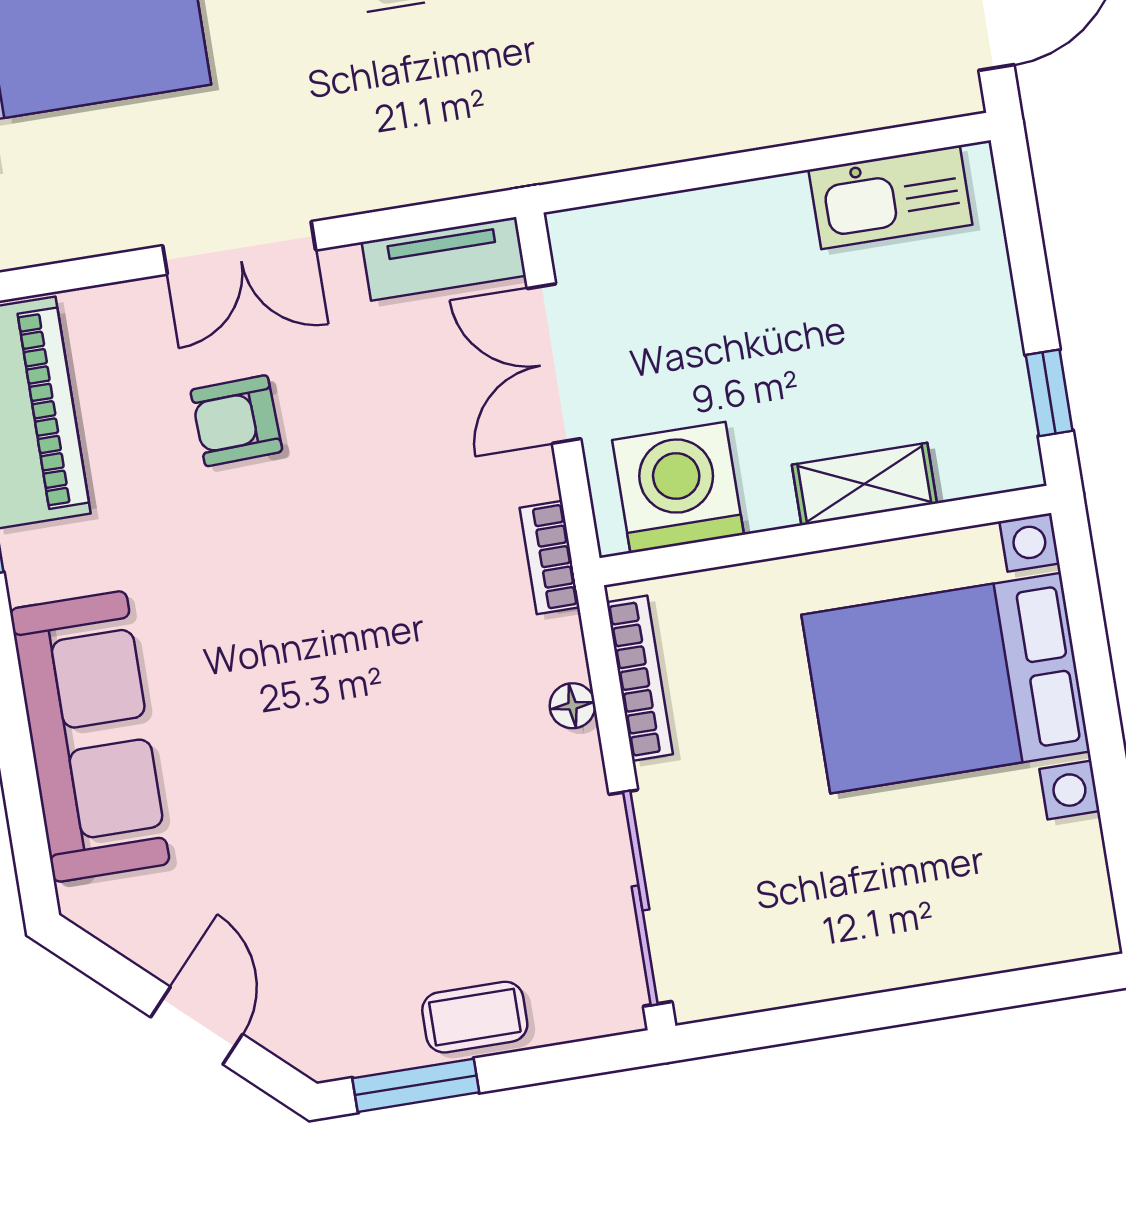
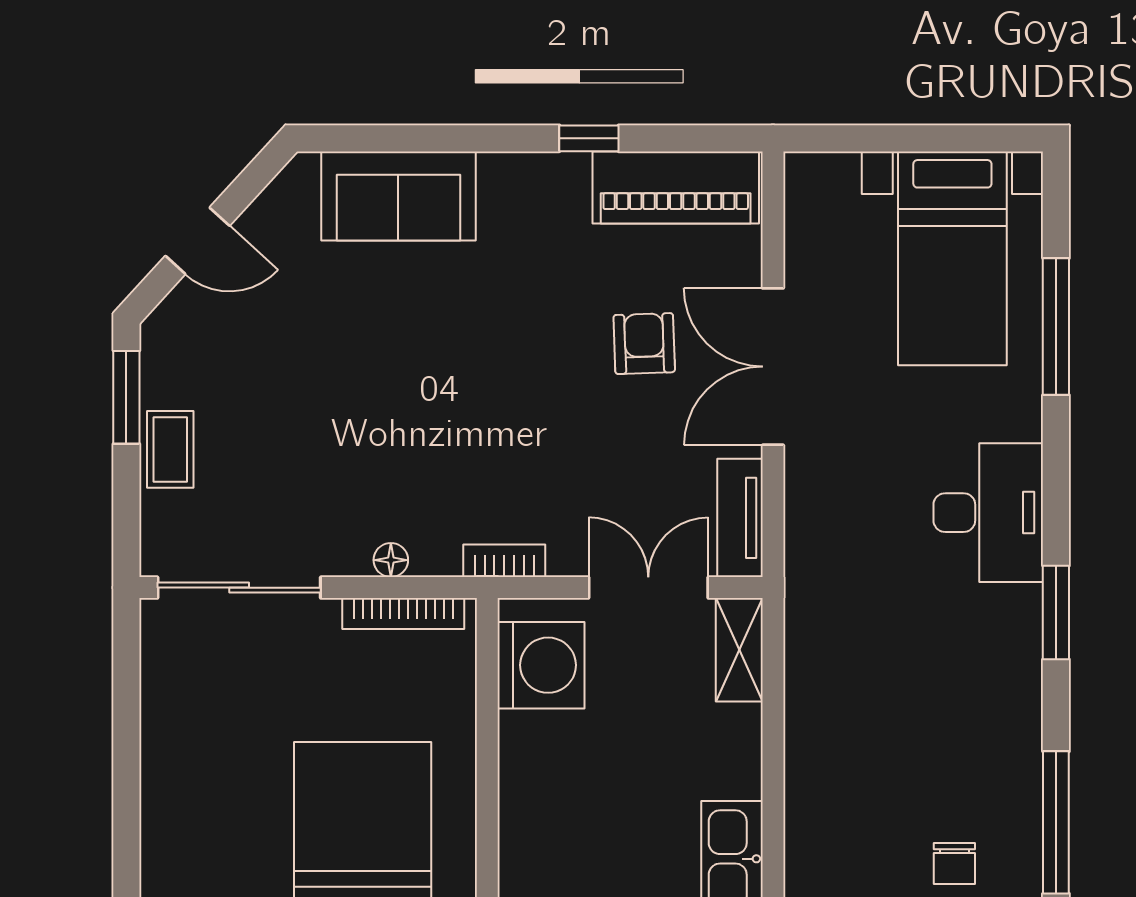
double door: (239, 248) -> (773, 367), width x1.37
shelving: (864, 484) -> (739, 650), moved
sofa: (90, 736) -> (398, 196), width x0.73

